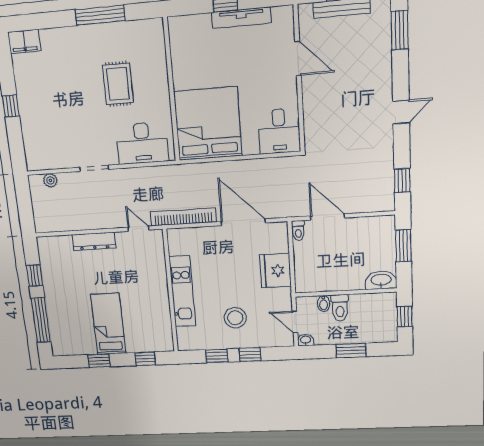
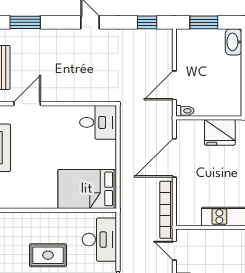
door: (298, 58) -> (27, 104), moved
bed: (208, 124) -> (87, 189), width x0.73
door: (138, 229) -> (174, 251), hinge flipped

